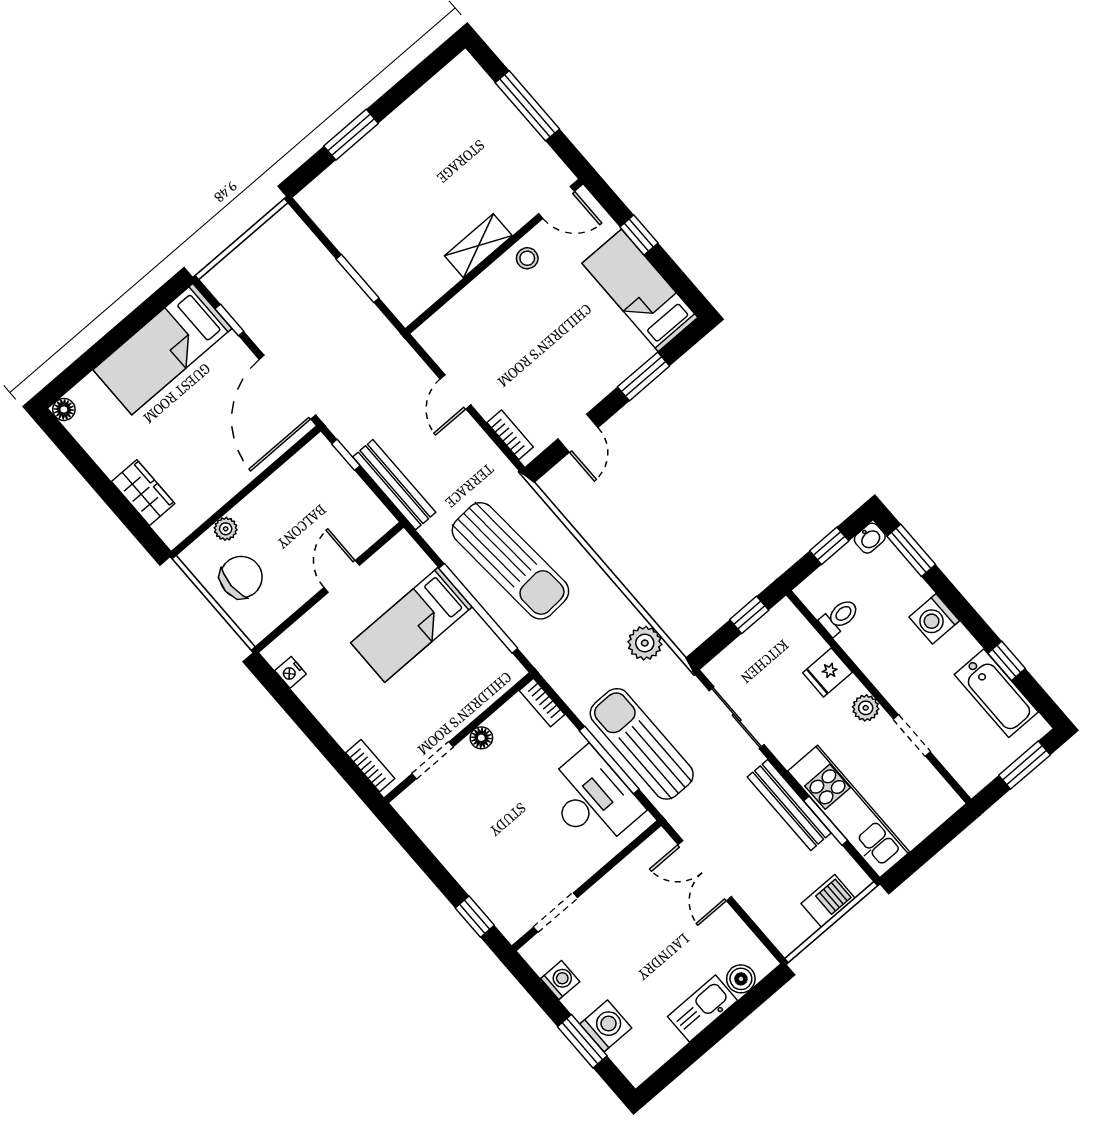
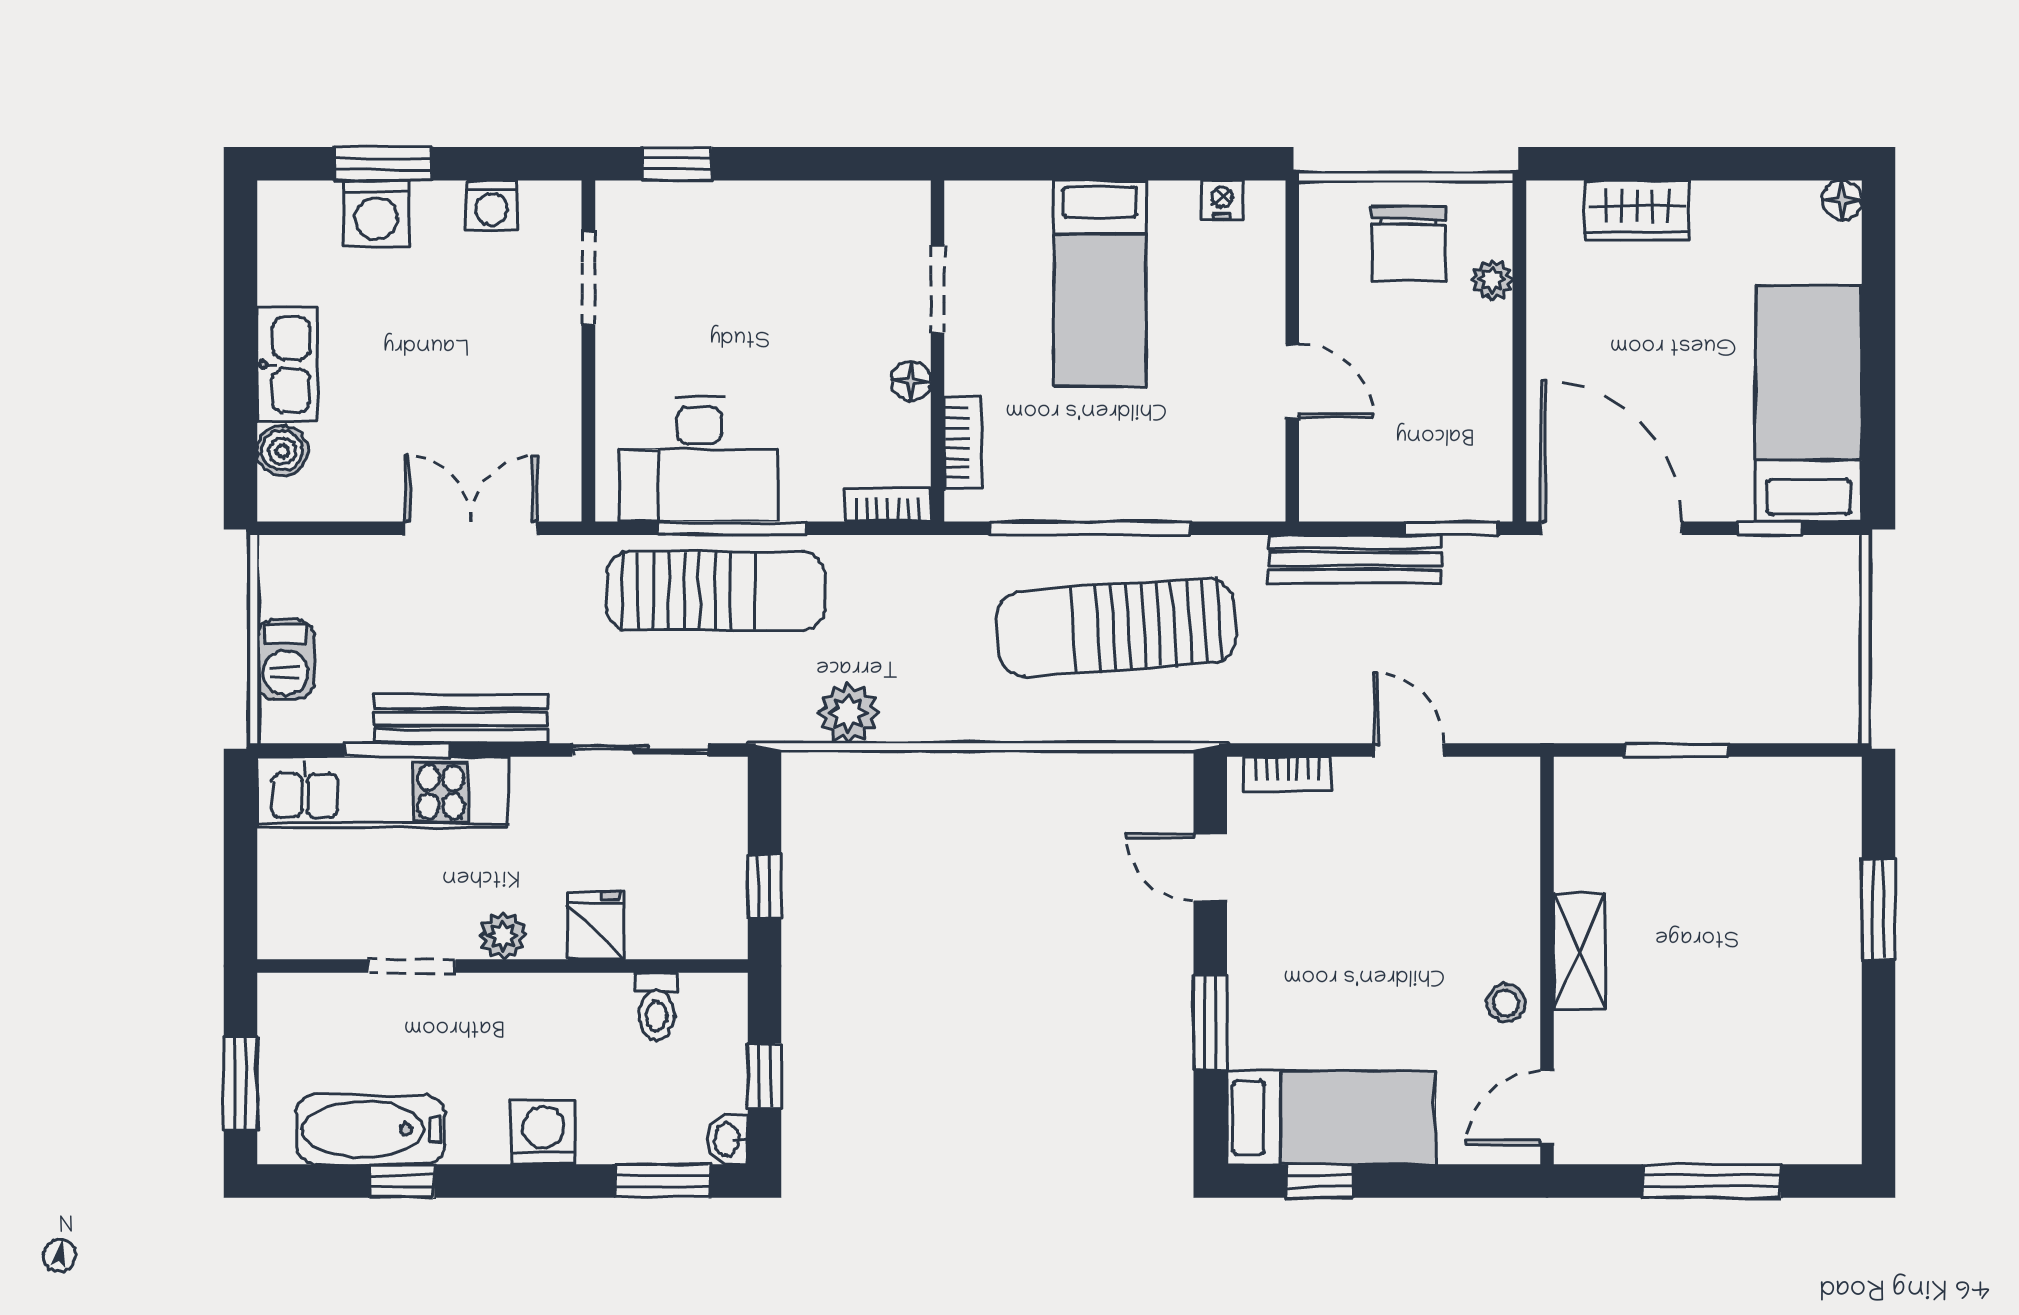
window: (639, 235) -> (1320, 1181), moved
window: (346, 455) -> (1452, 528), width x1.50
bed: (411, 625) -> (1100, 283), moved, turned 180
bookcase: (370, 766) -> (963, 443), moved, turned -90

